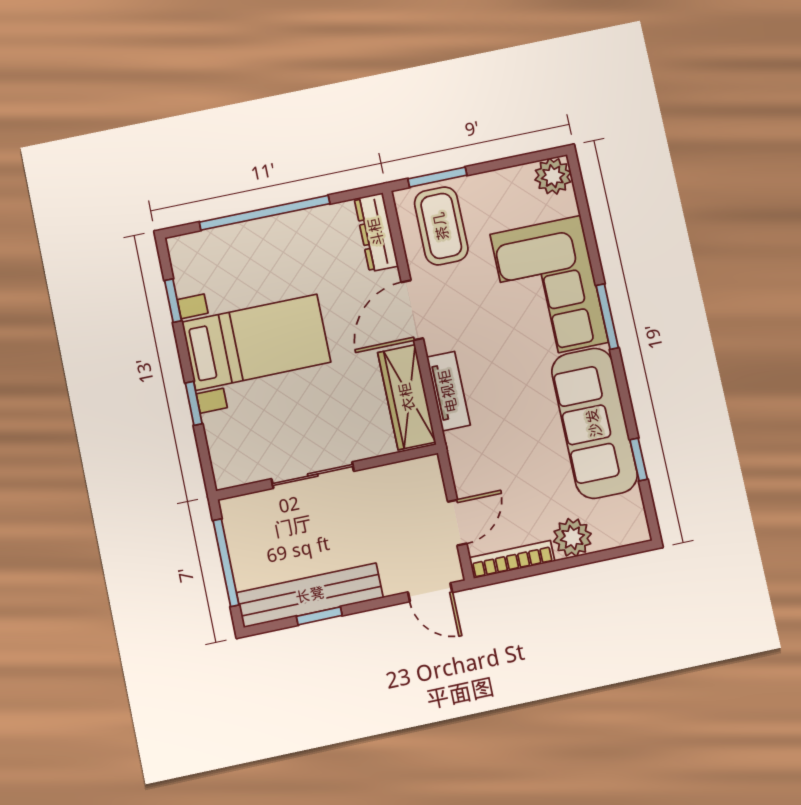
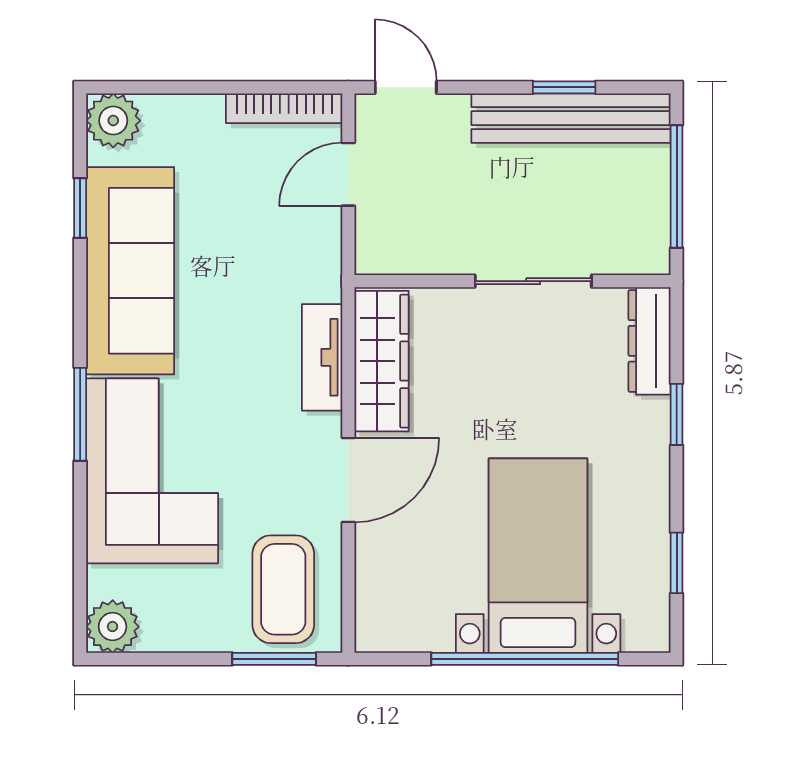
dresser: (376, 232) -> (650, 341), moved, turned 180
bed with nightstands: (256, 342) -> (538, 556), moved, turned 90
plant: (572, 538) -> (113, 121), moved

